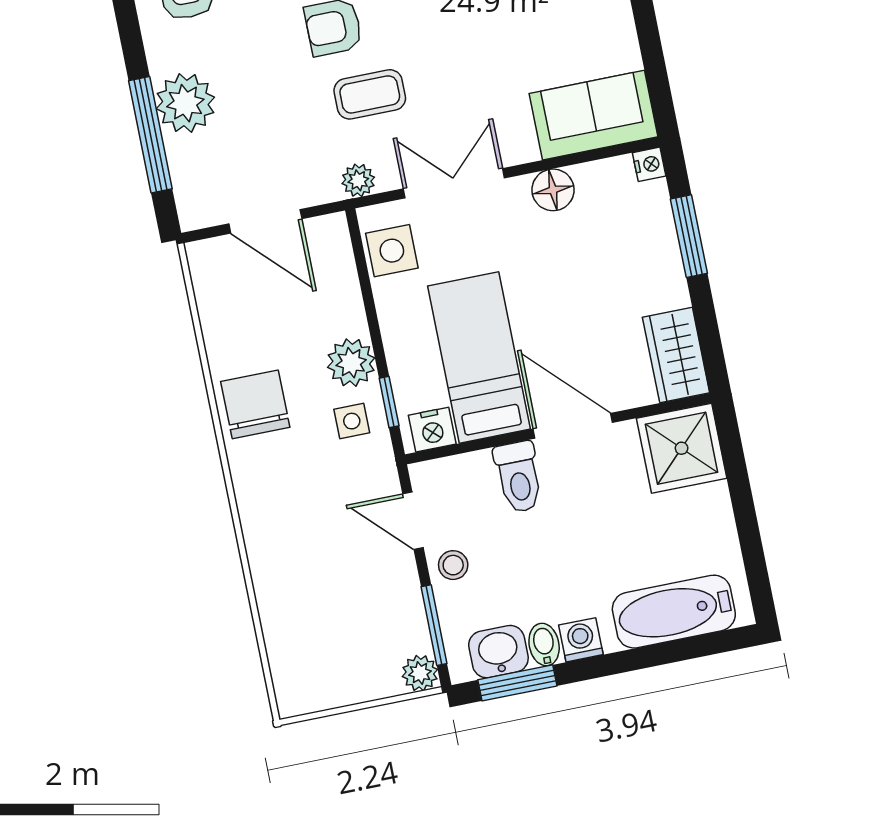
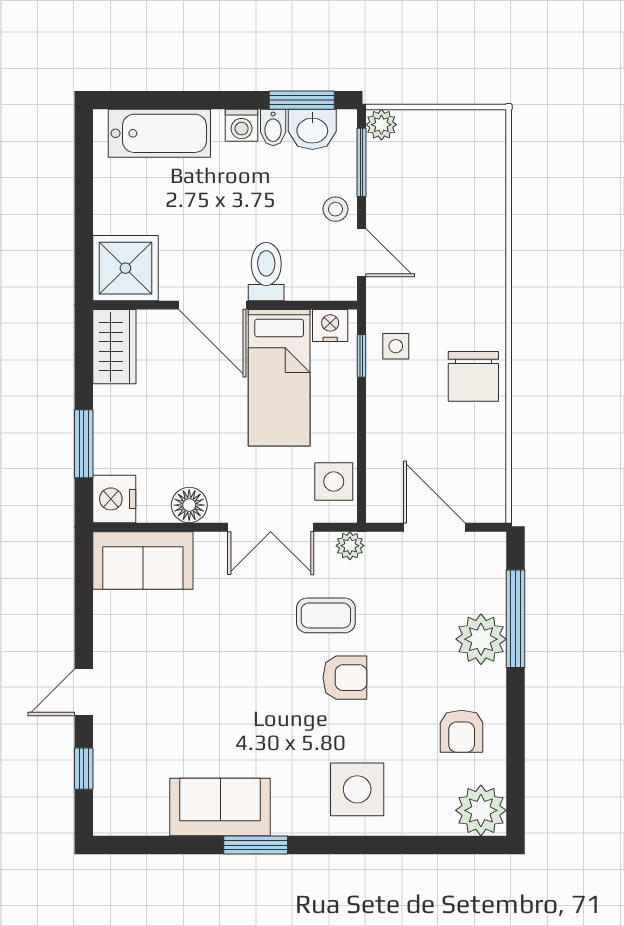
nightstand: (649, 164) -> (114, 499), width x1.89, depth x1.79
plant: (351, 363) -> (386, 395), removed

